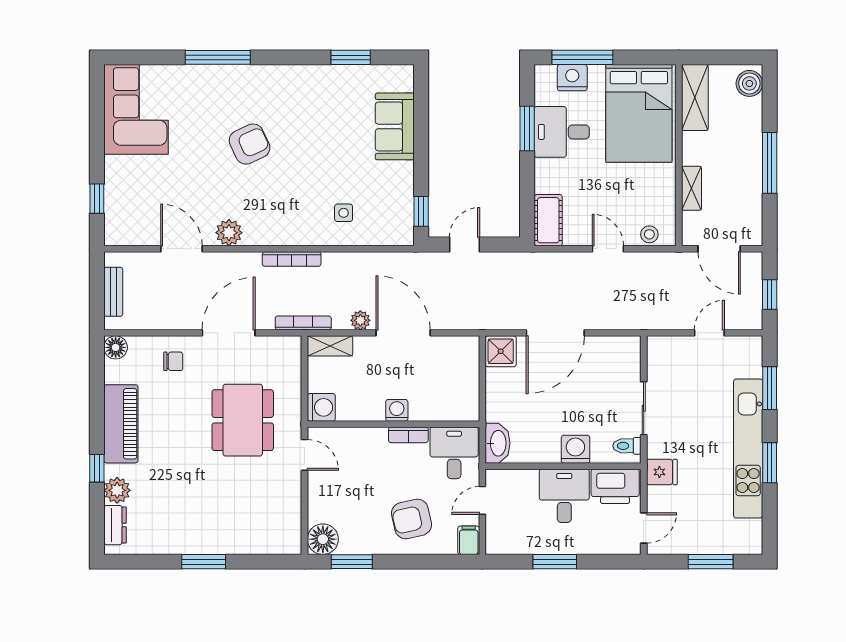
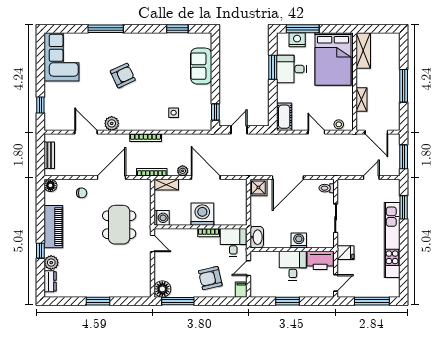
boiler: (749, 83) -> (393, 43), removed
window: (770, 295) -> (404, 157), width x1.50
washing machine: (397, 410) -> (202, 214), width x1.89, depth x1.89
toilet: (627, 446) -> (327, 188), moved
window: (770, 463) -> (404, 248), removed
window: (352, 562) -> (178, 301), width x1.44
window: (711, 562) -> (372, 301), width x1.44

